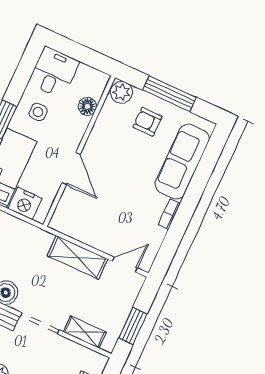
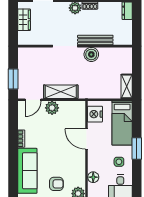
nightstand: (25, 203) -> (95, 114), moved, turned -90
plant: (102, 239) -> (52, 108), added
window: (133, 326) -> (13, 79), moved
shelving: (85, 332) -> (38, 53), removed

